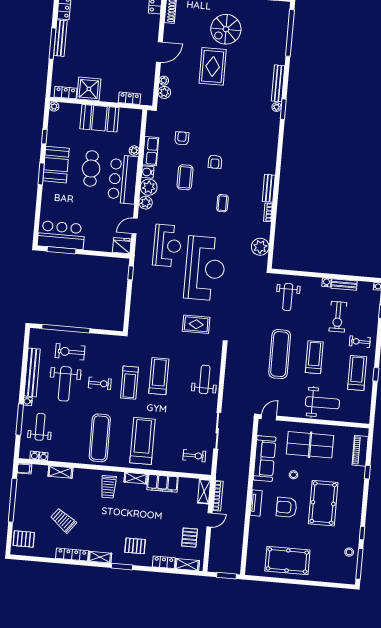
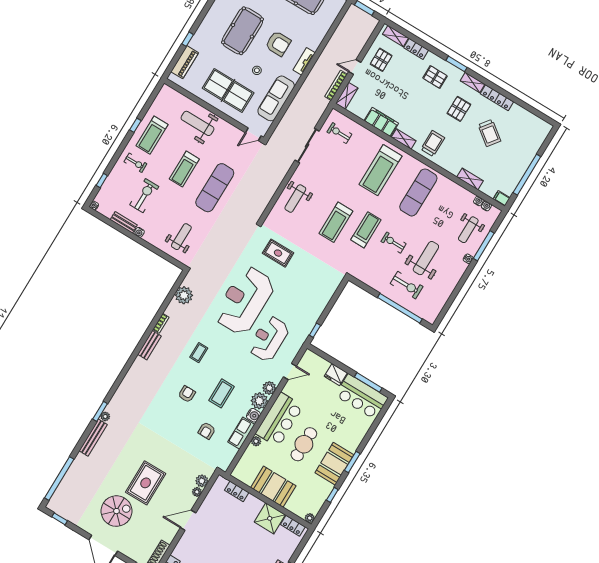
fridge: (122, 246) -> (336, 375), moved
bench: (32, 372) -> (451, 283), removed
pallet: (24, 539) -> (459, 109), moved, turned 90

